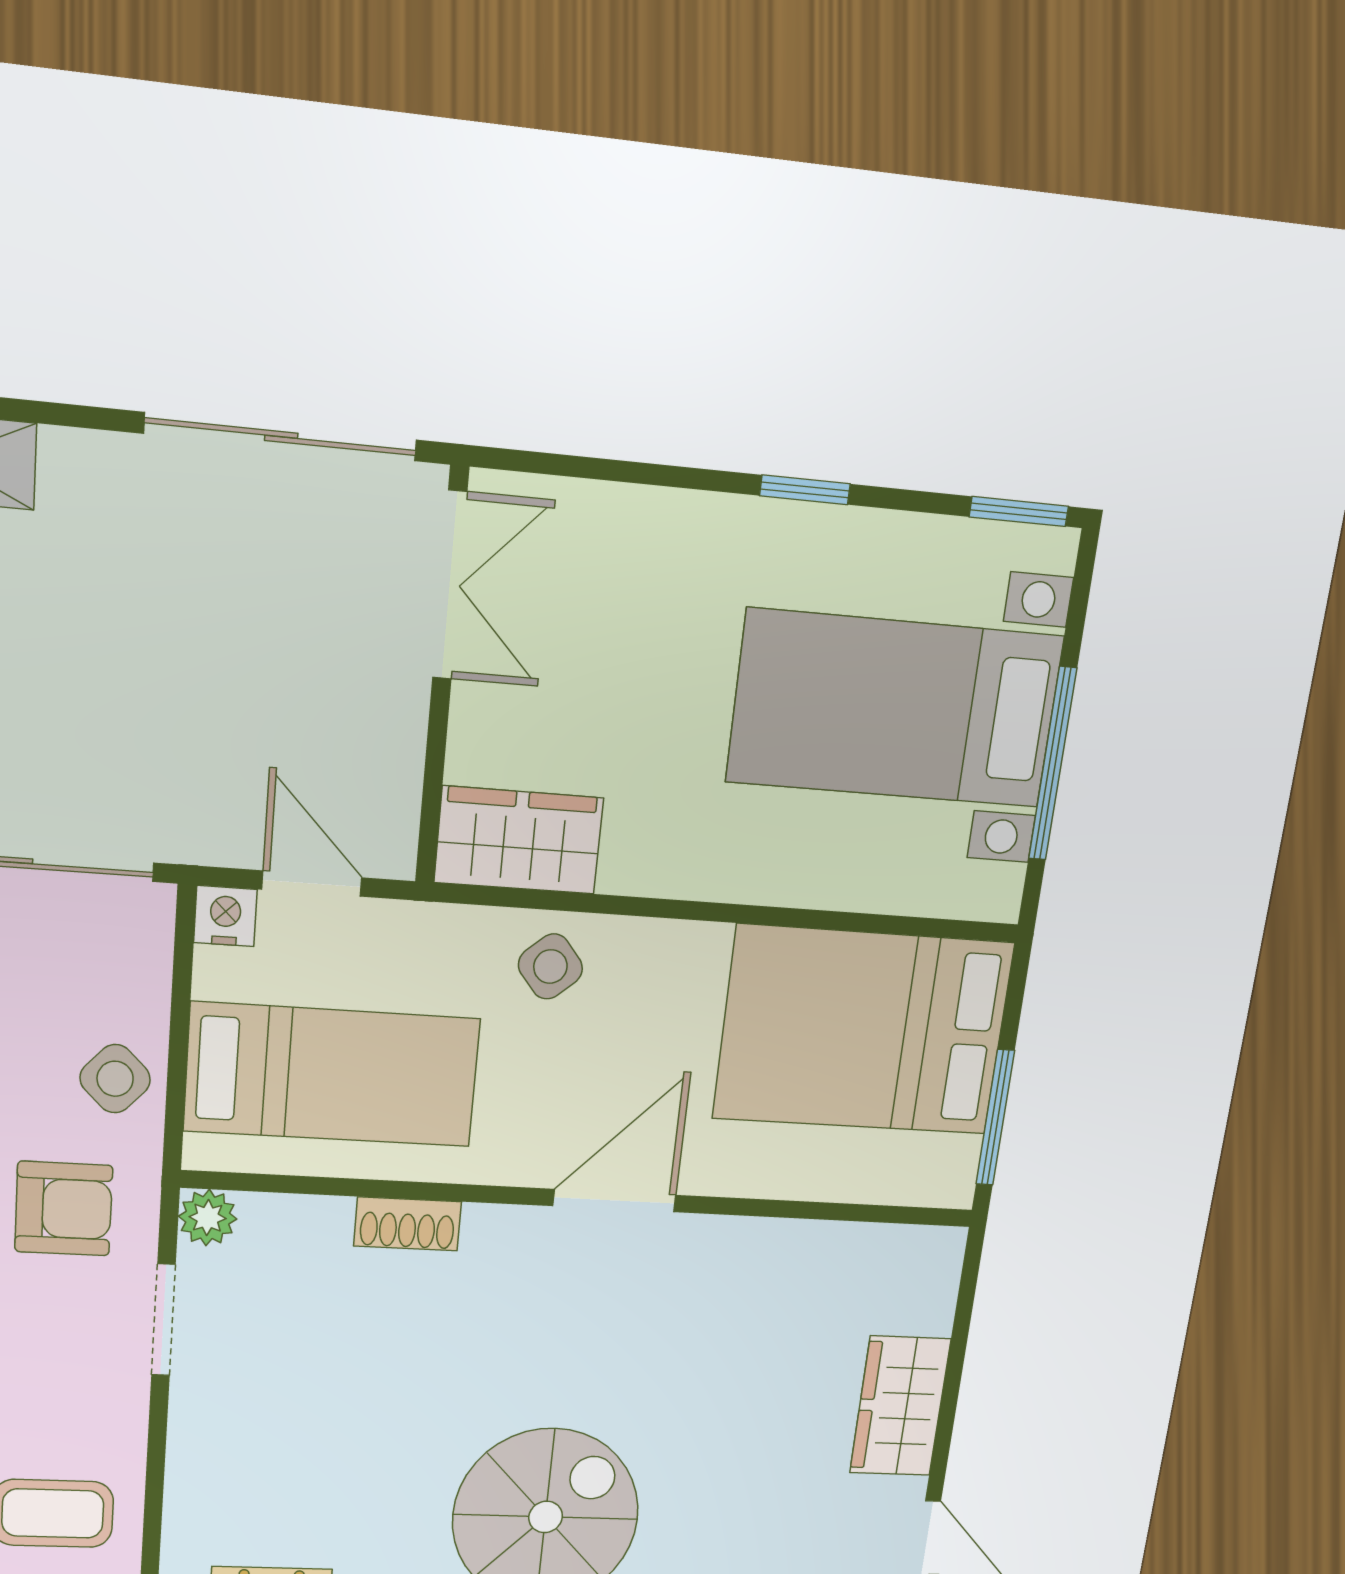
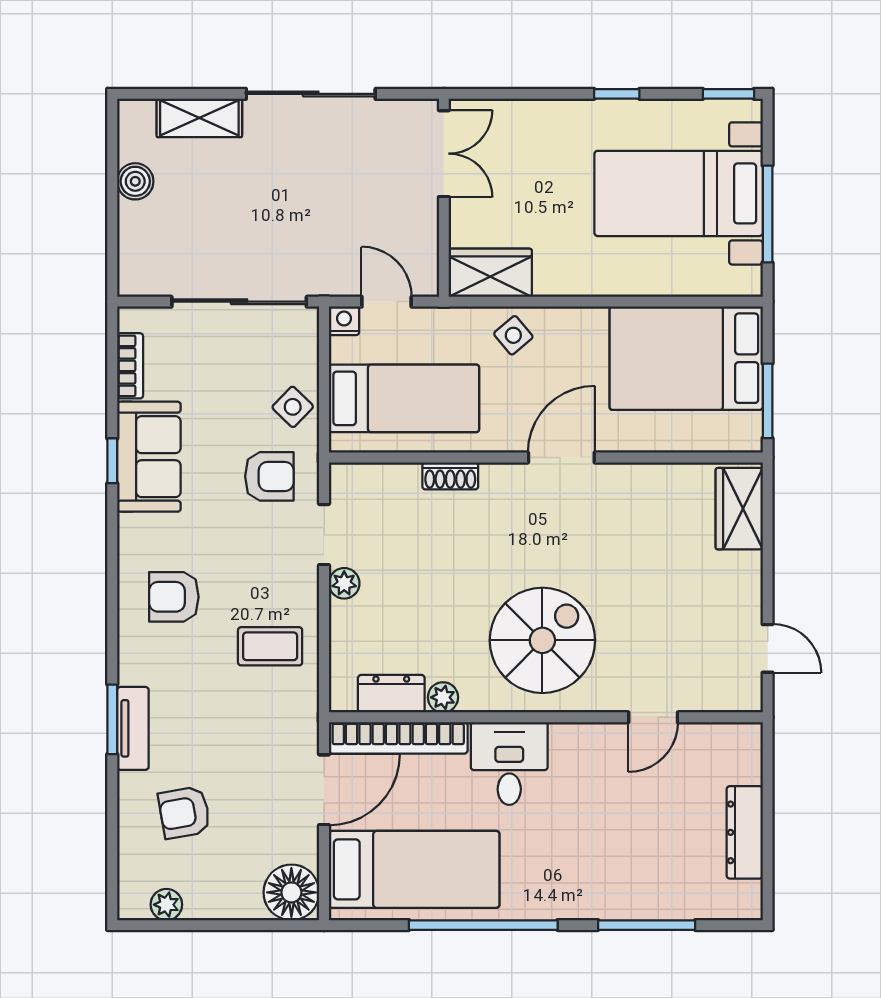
sliding door: (281, 437) -> (311, 94), moved
plant: (208, 1218) -> (344, 583), moved
wardrobe: (900, 1406) -> (739, 509), moved

